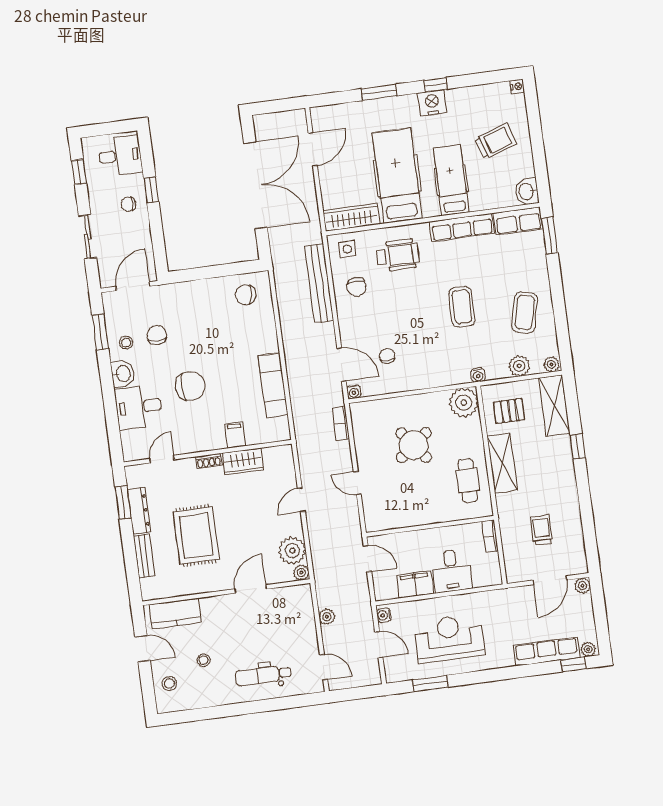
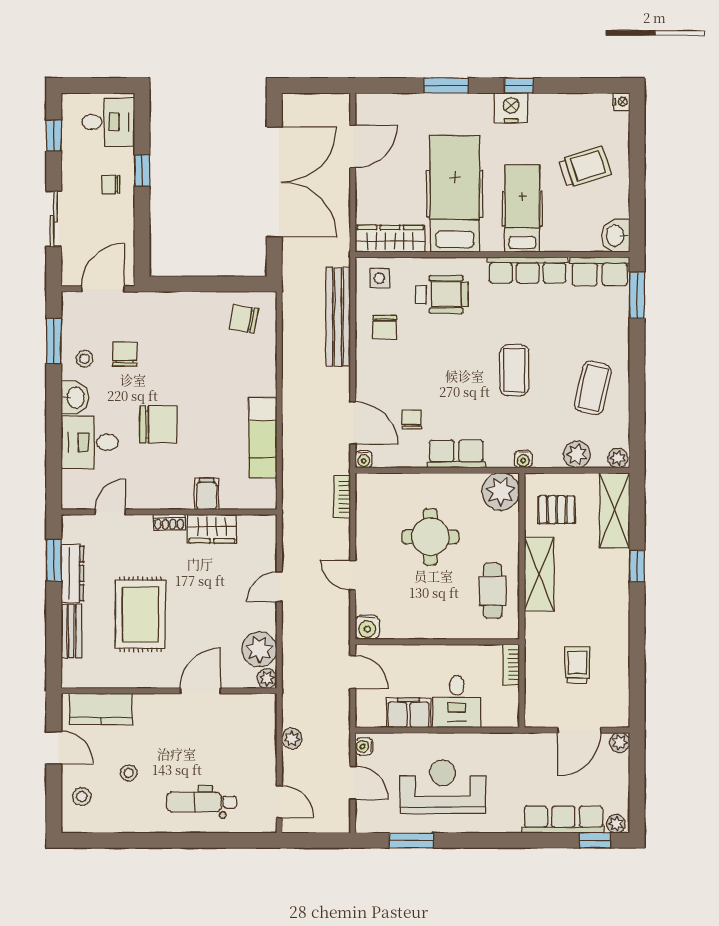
row of seats: (425, 378) -> (456, 454), added
round table: (414, 445) -> (430, 537), turned 38
water cooler: (374, 522) -> (367, 627), added

